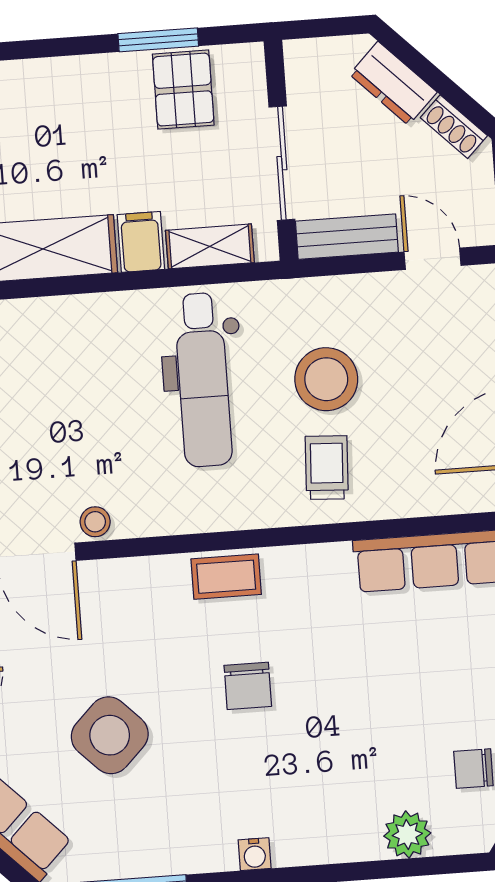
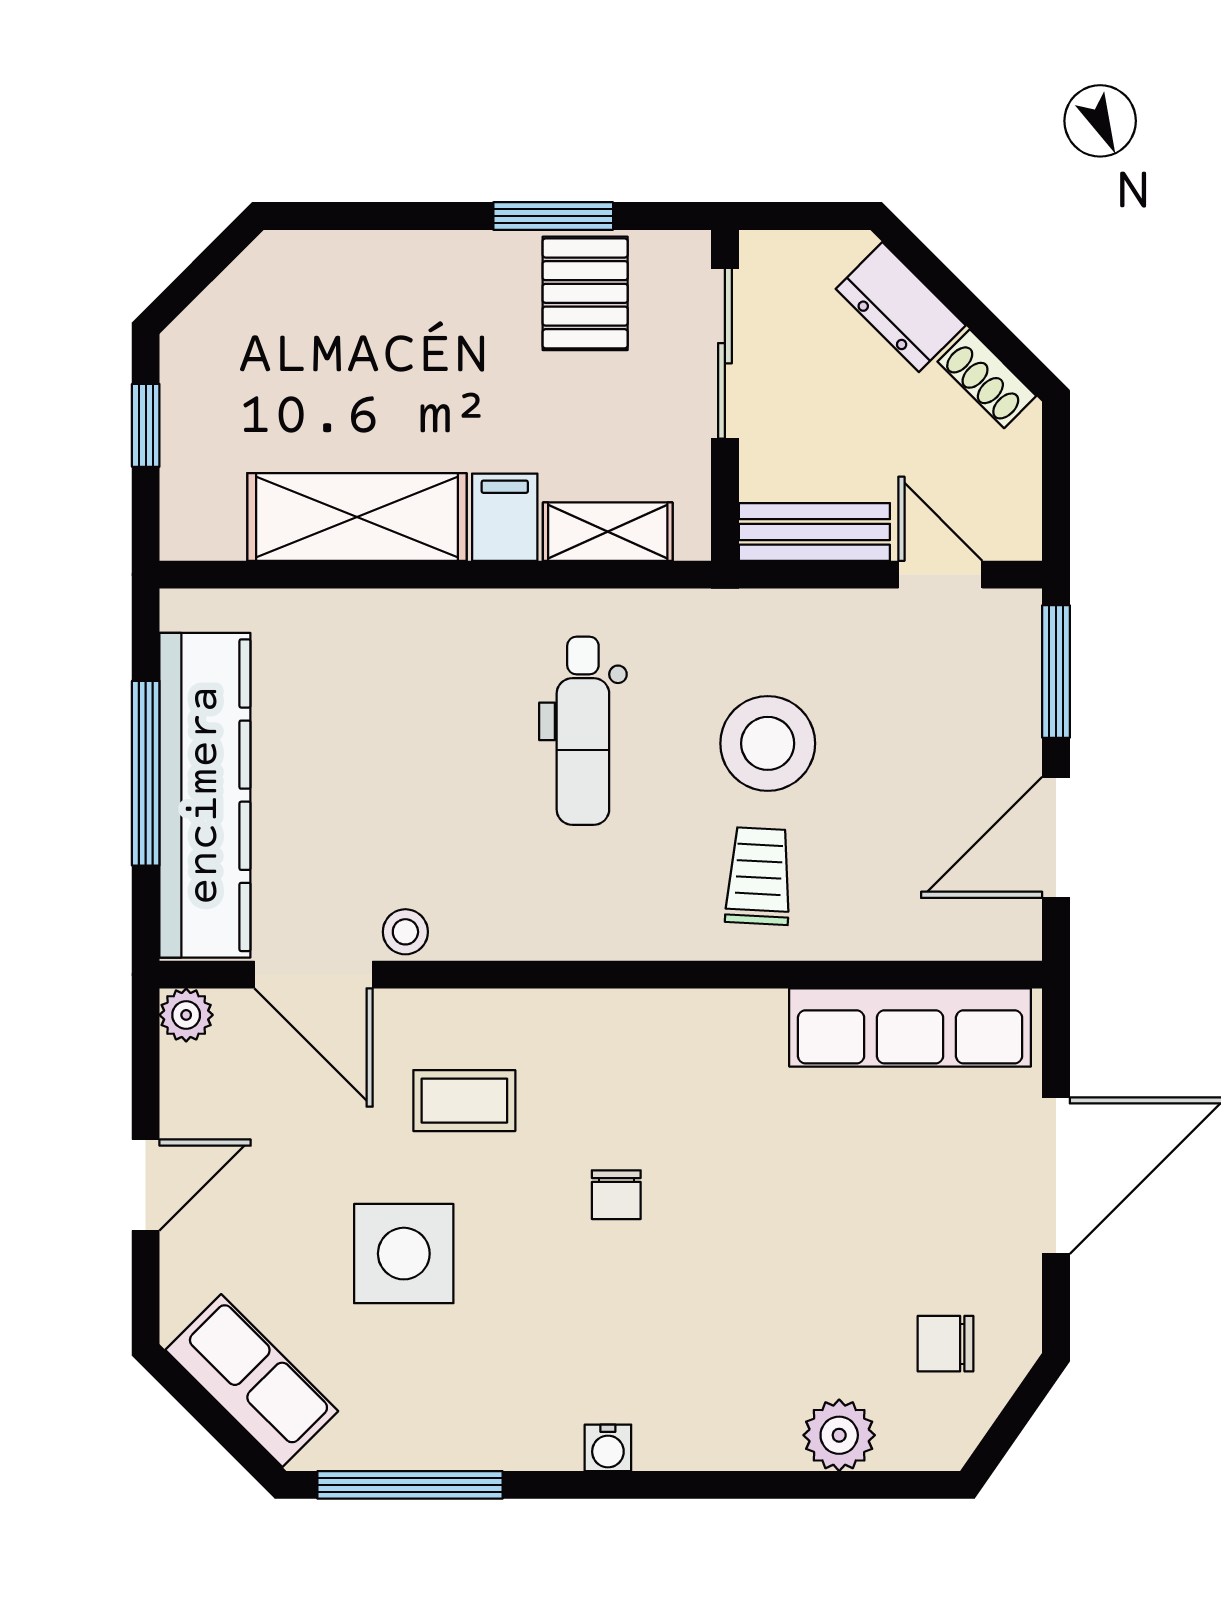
sliding door: (282, 163) -> (725, 353), moved
dental chair: (203, 380) -> (583, 731), width x0.73, depth x0.72
coffee table: (226, 577) -> (464, 1101), moved
chair: (248, 686) -> (616, 1195), width x0.73, depth x0.73
side table: (110, 735) -> (404, 1254), turned 45

